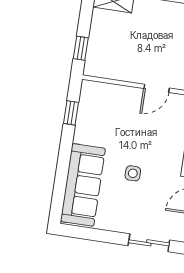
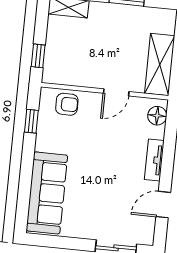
armchair: (107, 98) -> (67, 104), added
side table: (133, 173) -> (96, 179), removed

